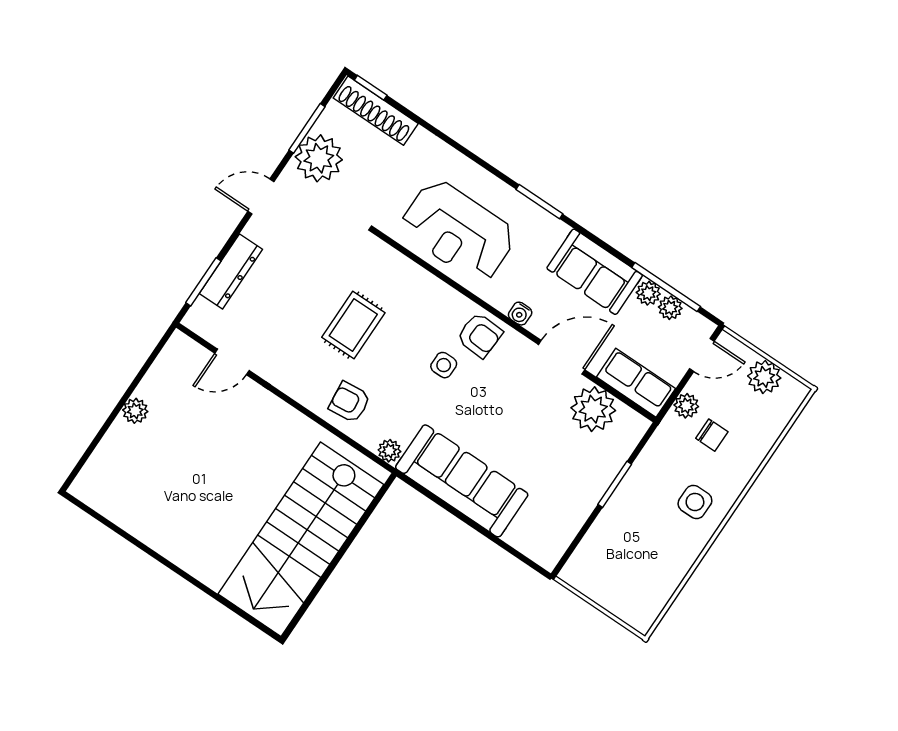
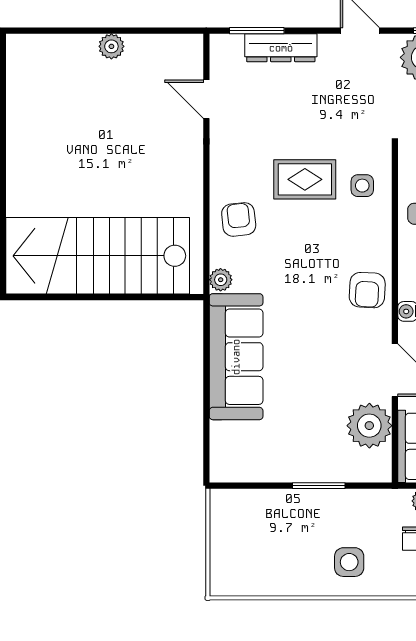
side table: (444, 365) -> (362, 186), moved

